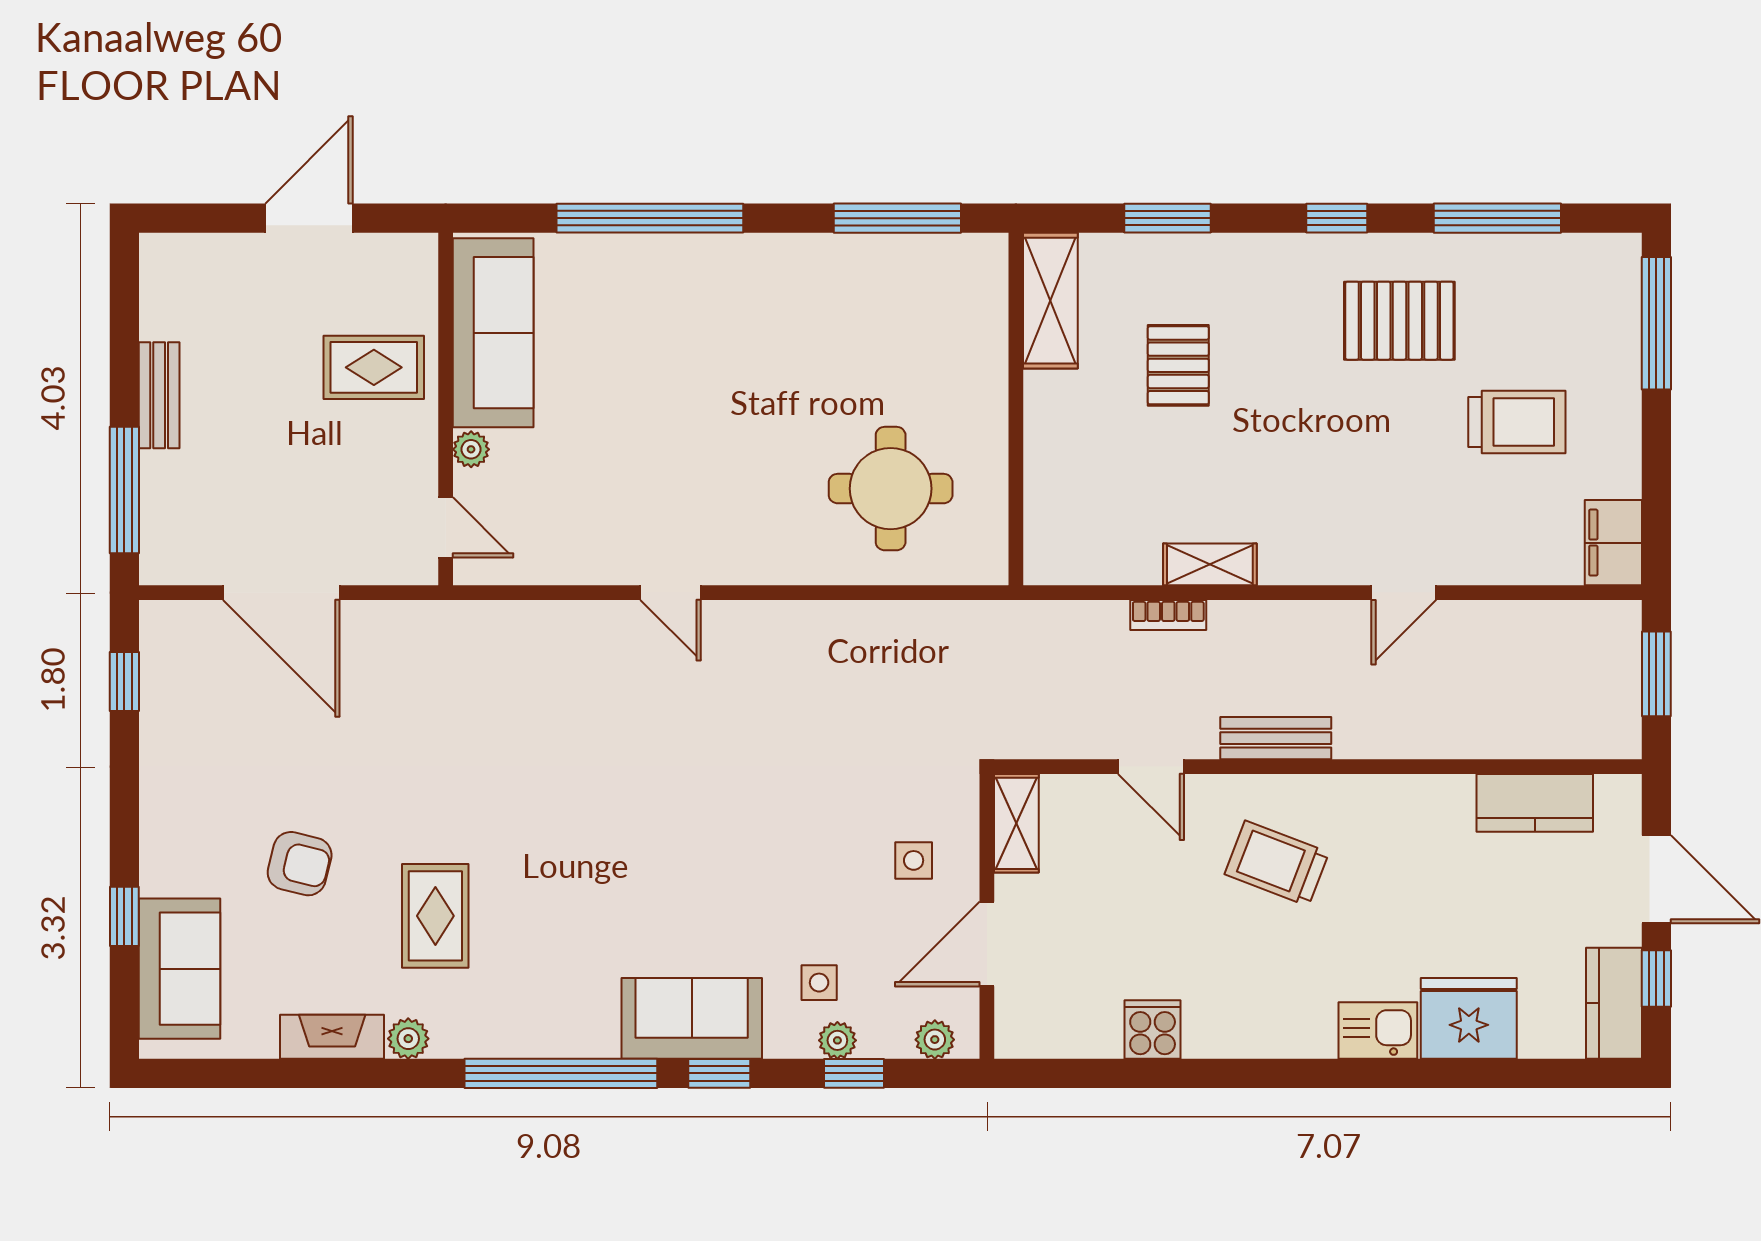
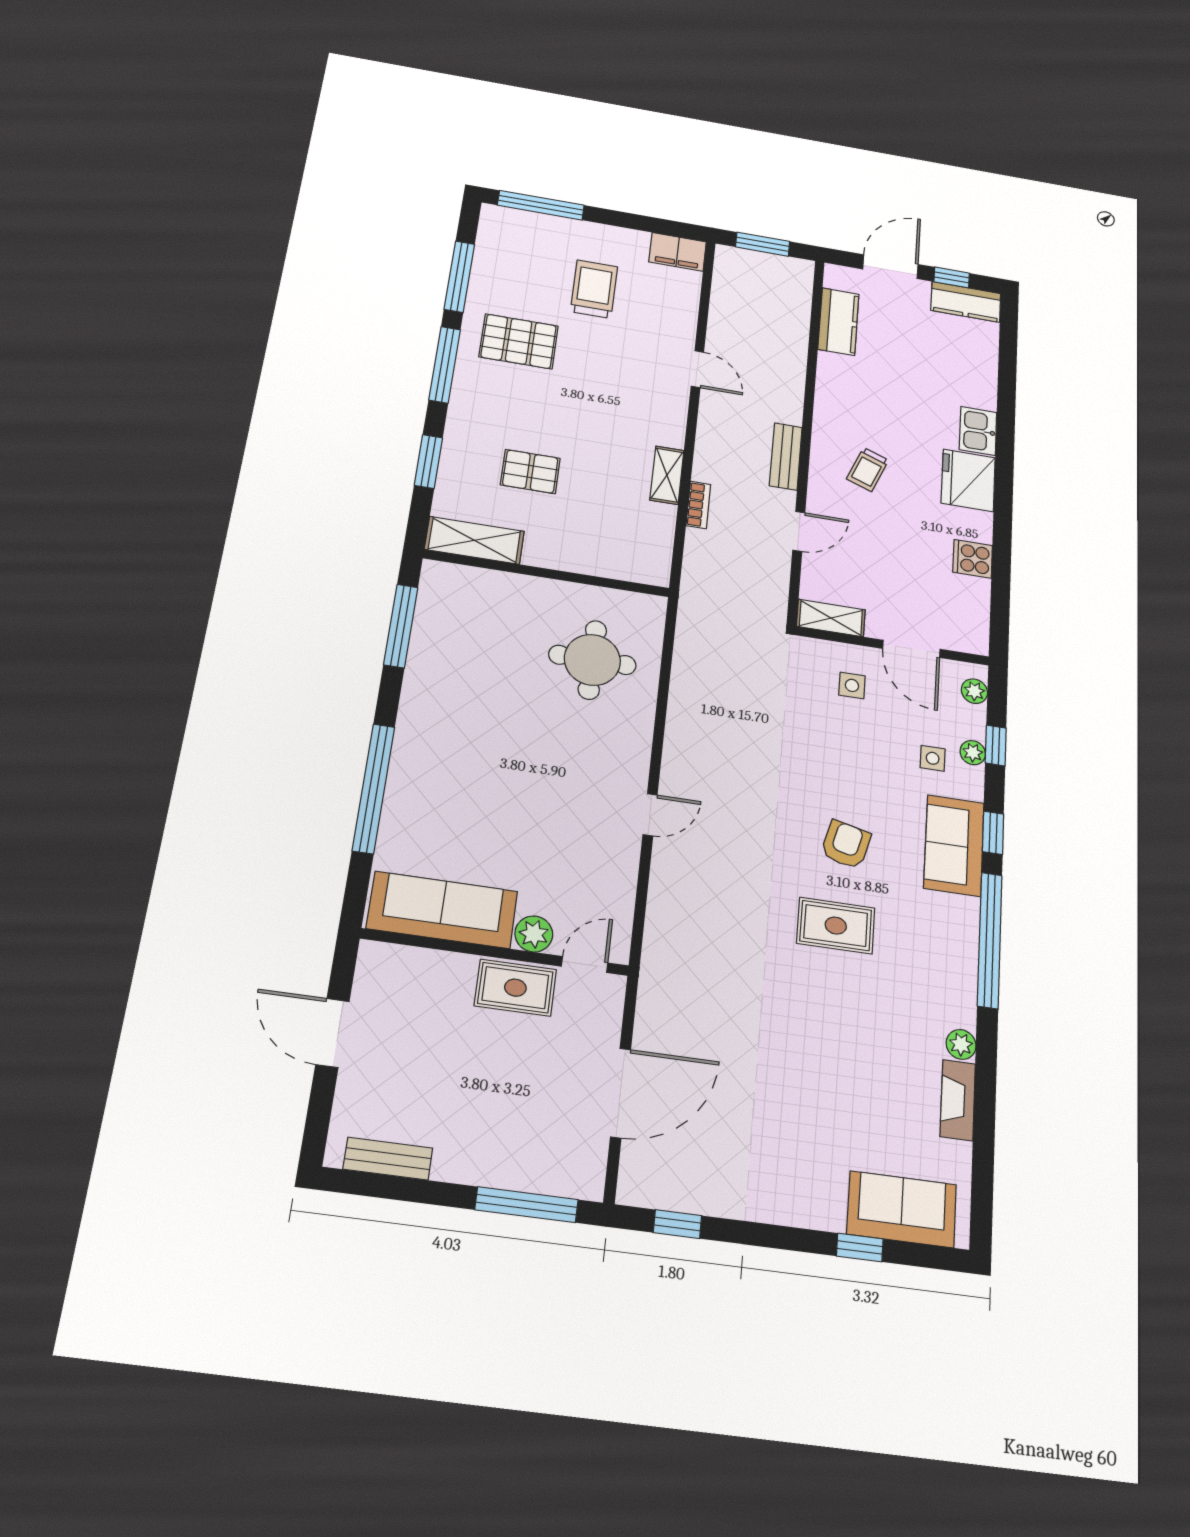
window: (1337, 218) -> (445, 365), width x2.17
pallet: (1399, 321) -> (519, 341), turned 90
rug: (374, 367) -> (515, 988), moved, turned 90
bench: (159, 395) -> (388, 1159), moved
plant: (471, 449) -> (534, 934), width x1.38, depth x1.38
trolley: (1277, 863) -> (868, 469), width x0.73, depth x0.72
armchair: (300, 864) -> (846, 845), moved
rug: (435, 916) -> (836, 926), moved
fridge: (1469, 1018) -> (968, 480), moved

